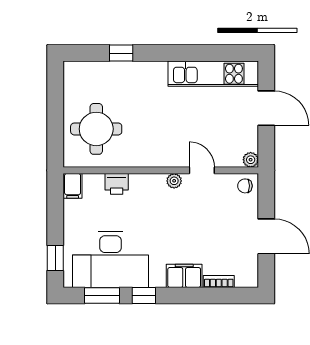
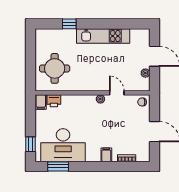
kitchen unit: (213, 74) -> (103, 36), moved
plant: (251, 160) -> (145, 73), moved
printer: (117, 184) -> (54, 101), moved
filing cabinet: (184, 276) -> (106, 155), width x0.50
window: (144, 296) -> (83, 166), removed

